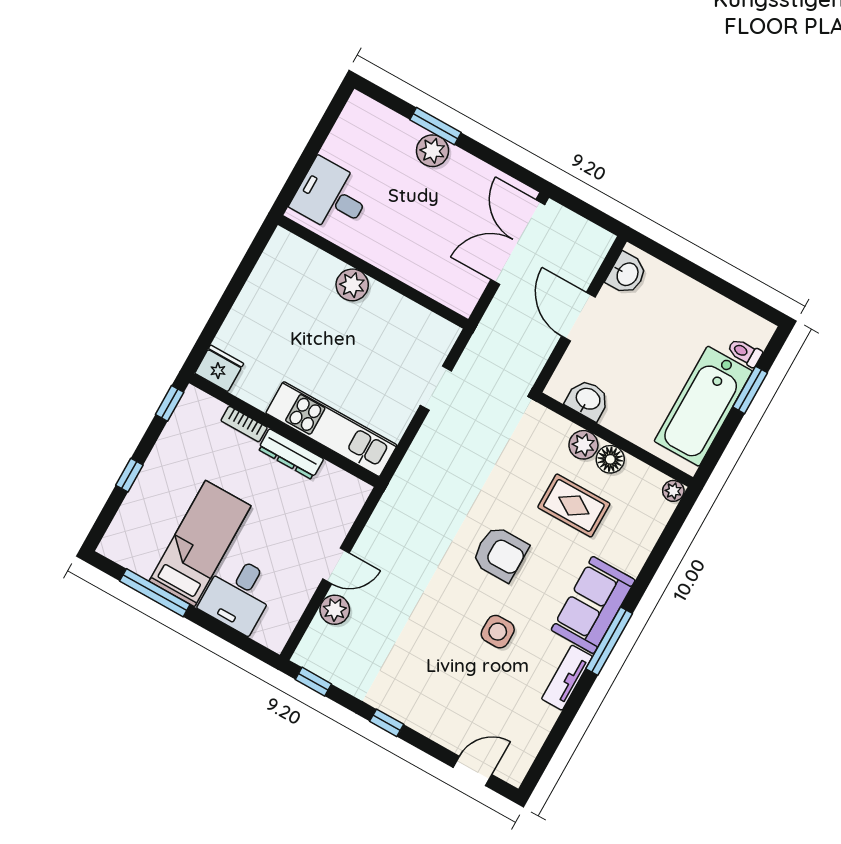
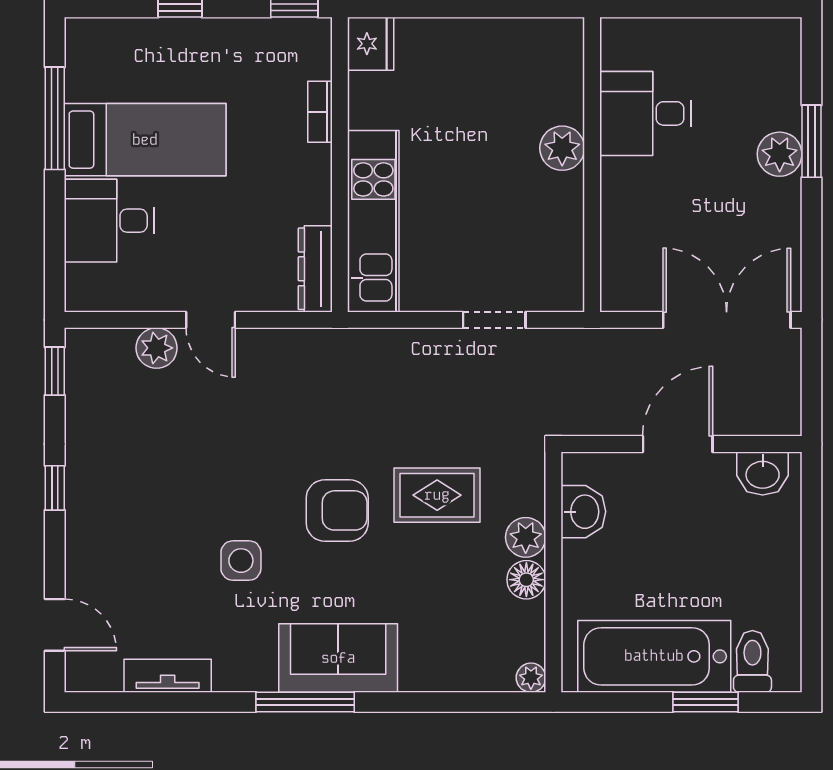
desk: (331, 196) -> (645, 113), moved, turned -90
toilet: (745, 352) -> (752, 661), width x1.37, depth x1.39
dresser: (291, 454) -> (315, 269), moved
rug: (574, 505) -> (437, 495), moved, turned 90
armchair: (500, 554) -> (337, 510), turned -90
tv unit: (567, 678) -> (168, 676), moved

